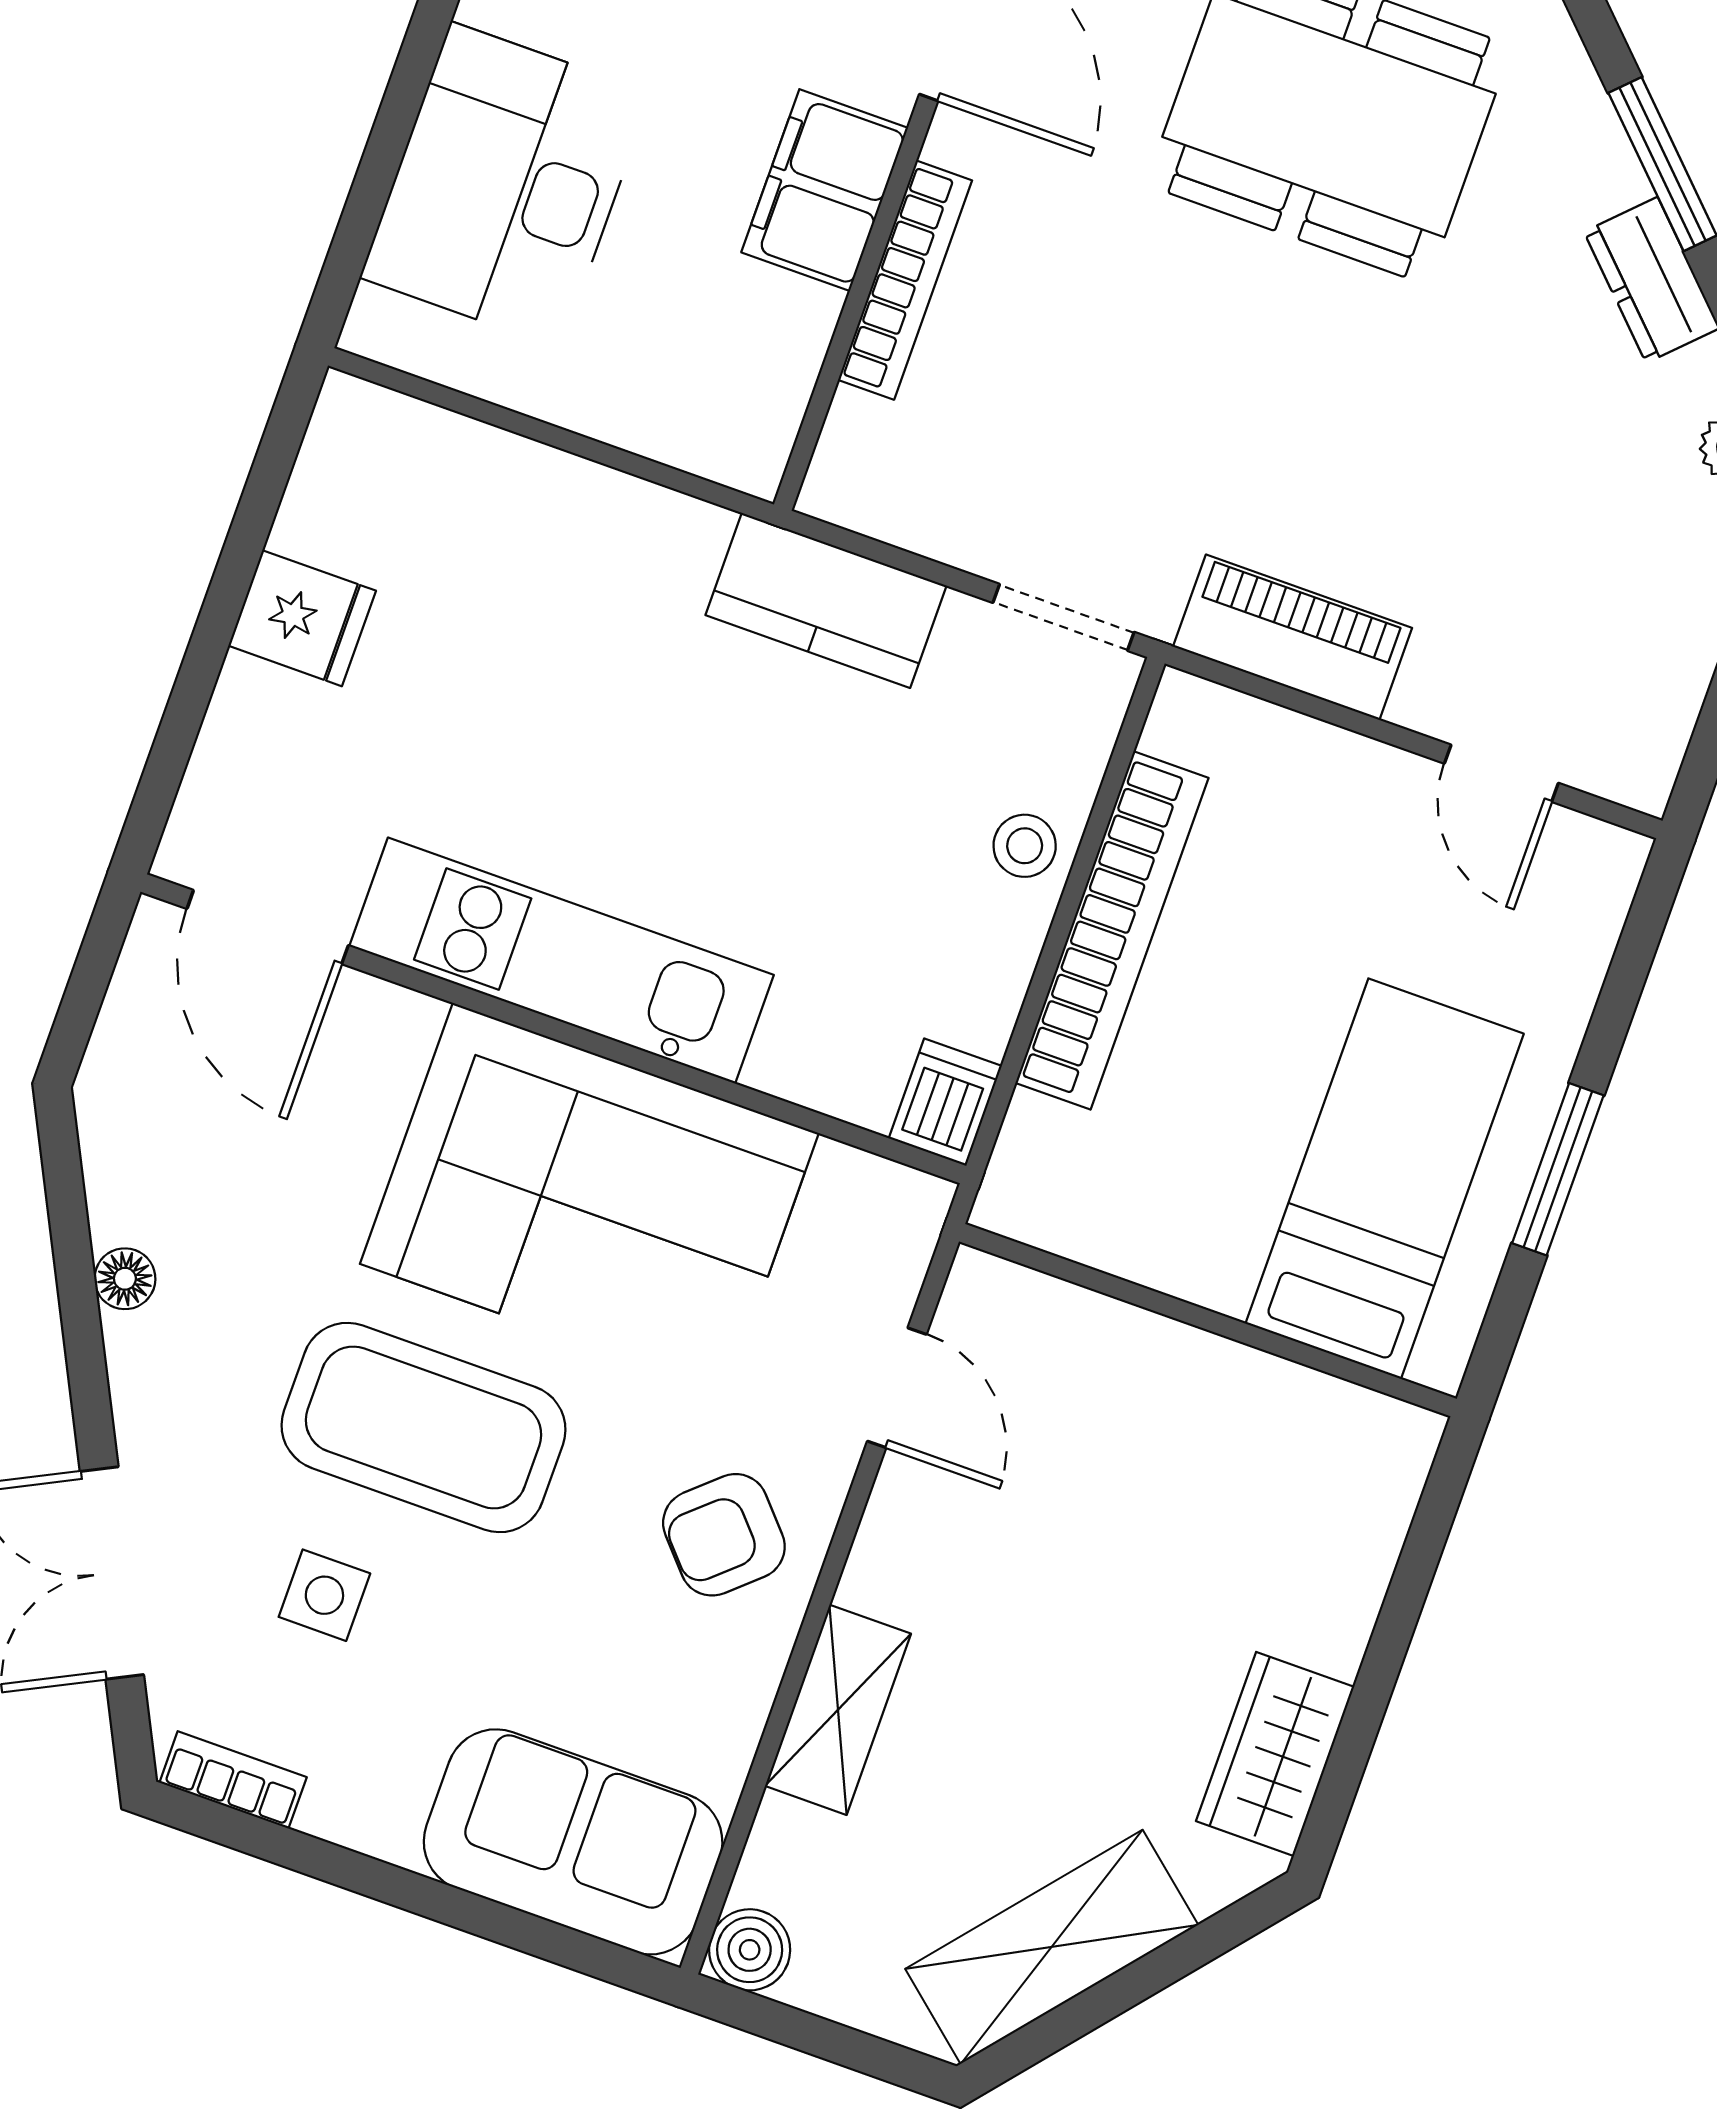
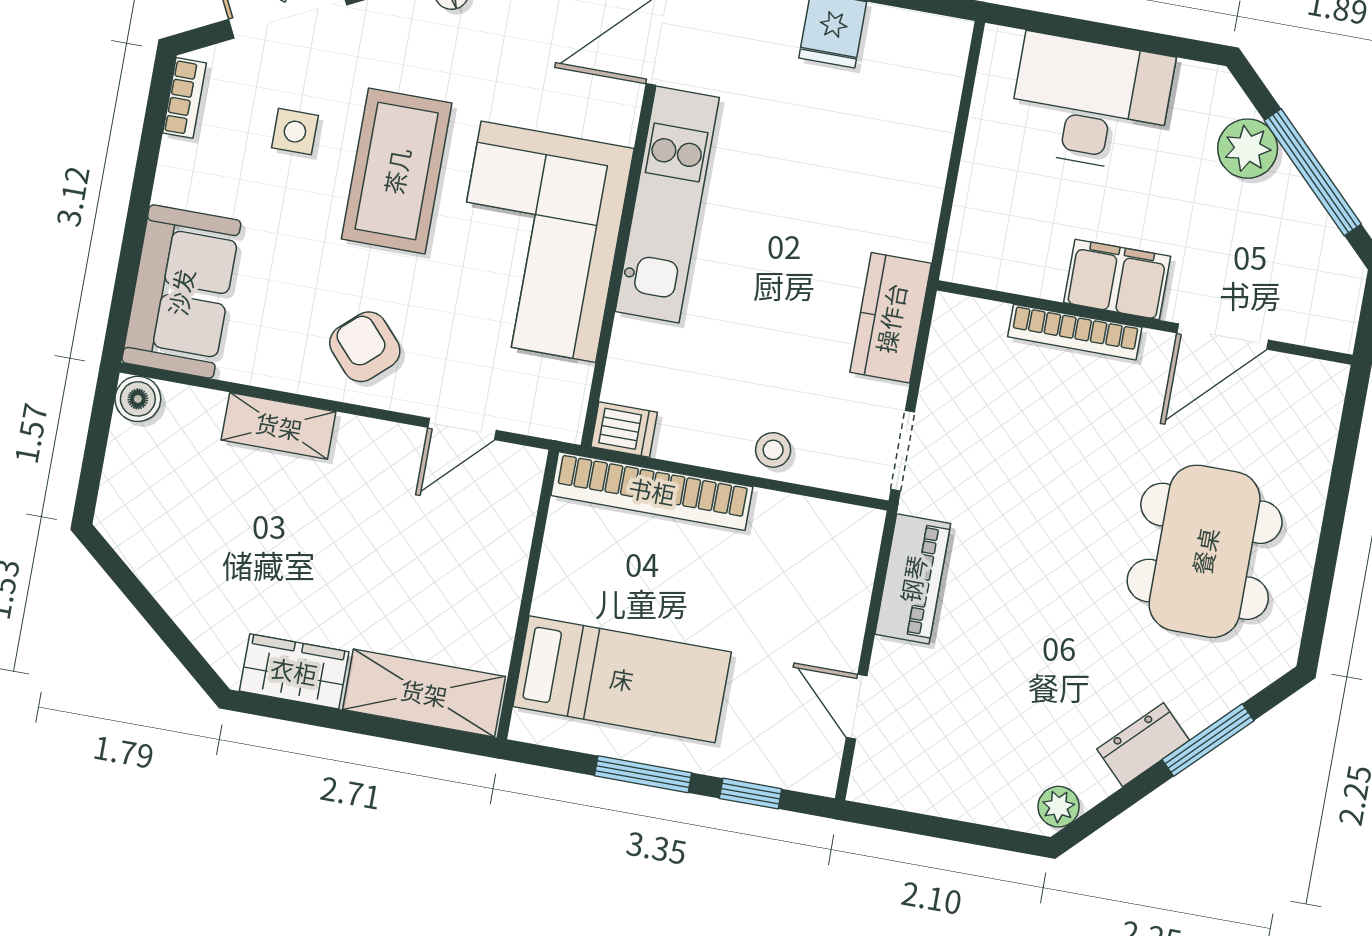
door: (1501, 773) -> (857, 707), hinge flipped
bookcase: (1112, 930) -> (652, 491), moved
window: (1623, 986) -> (751, 794), added
shelving: (1052, 1947) -> (424, 693), moved, turned -40

